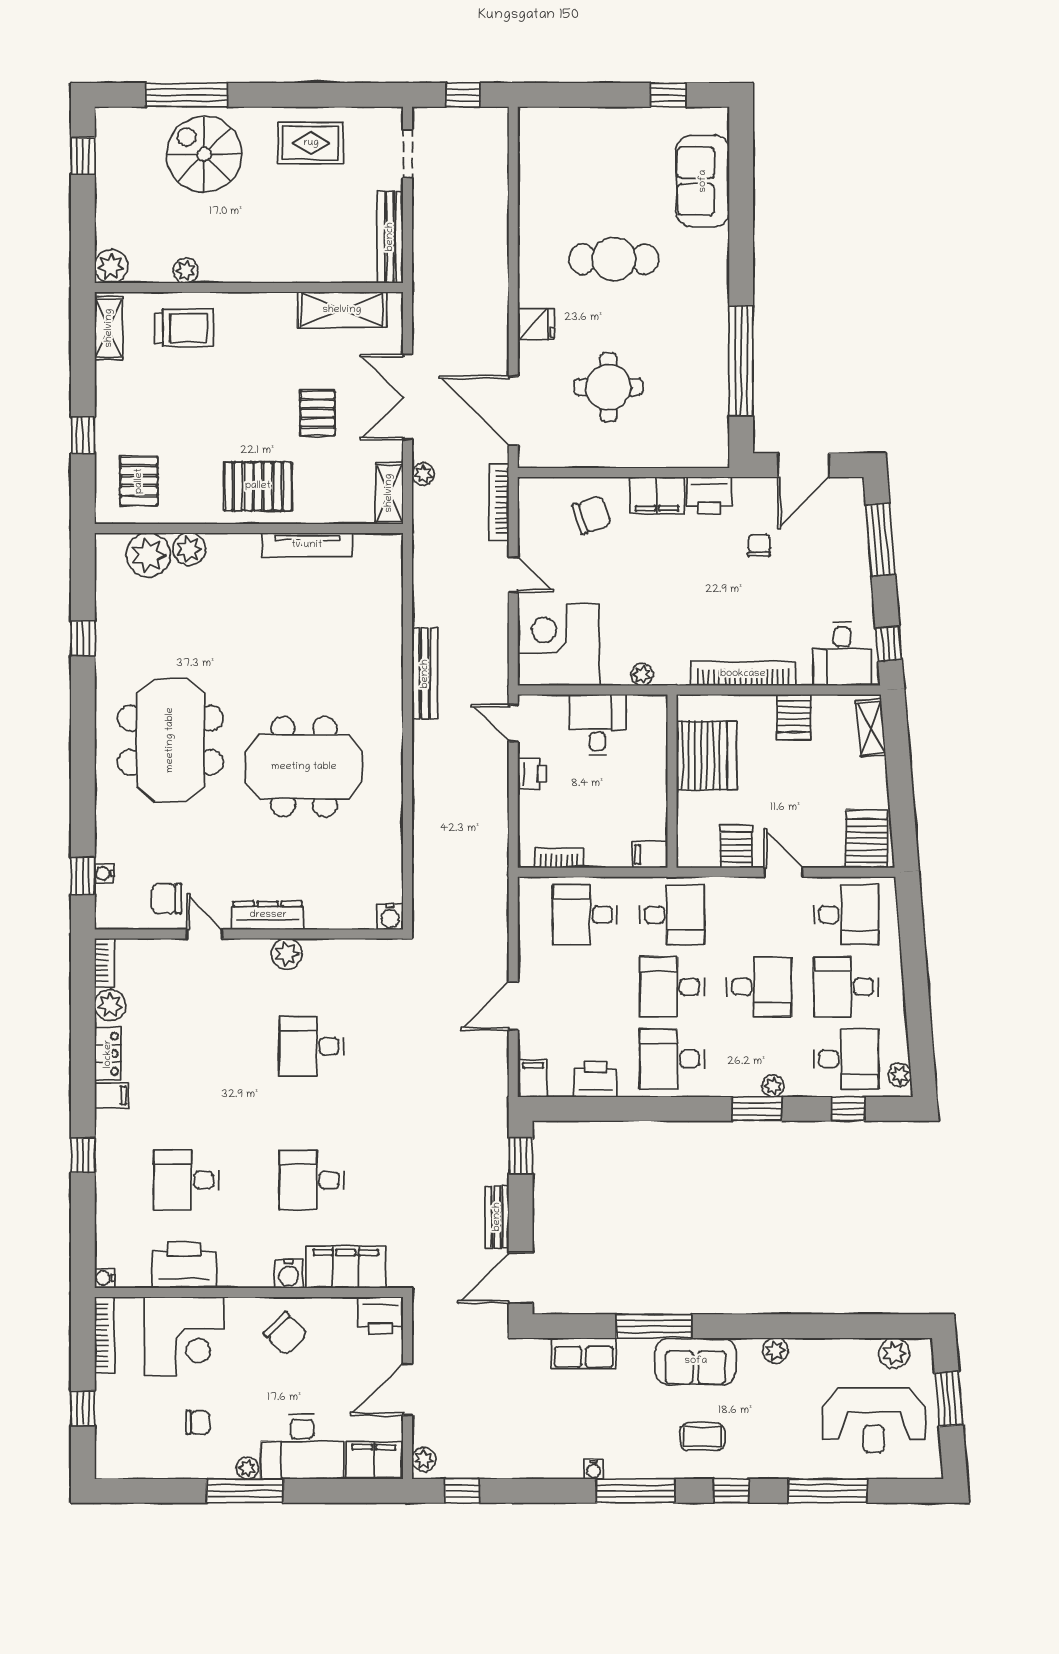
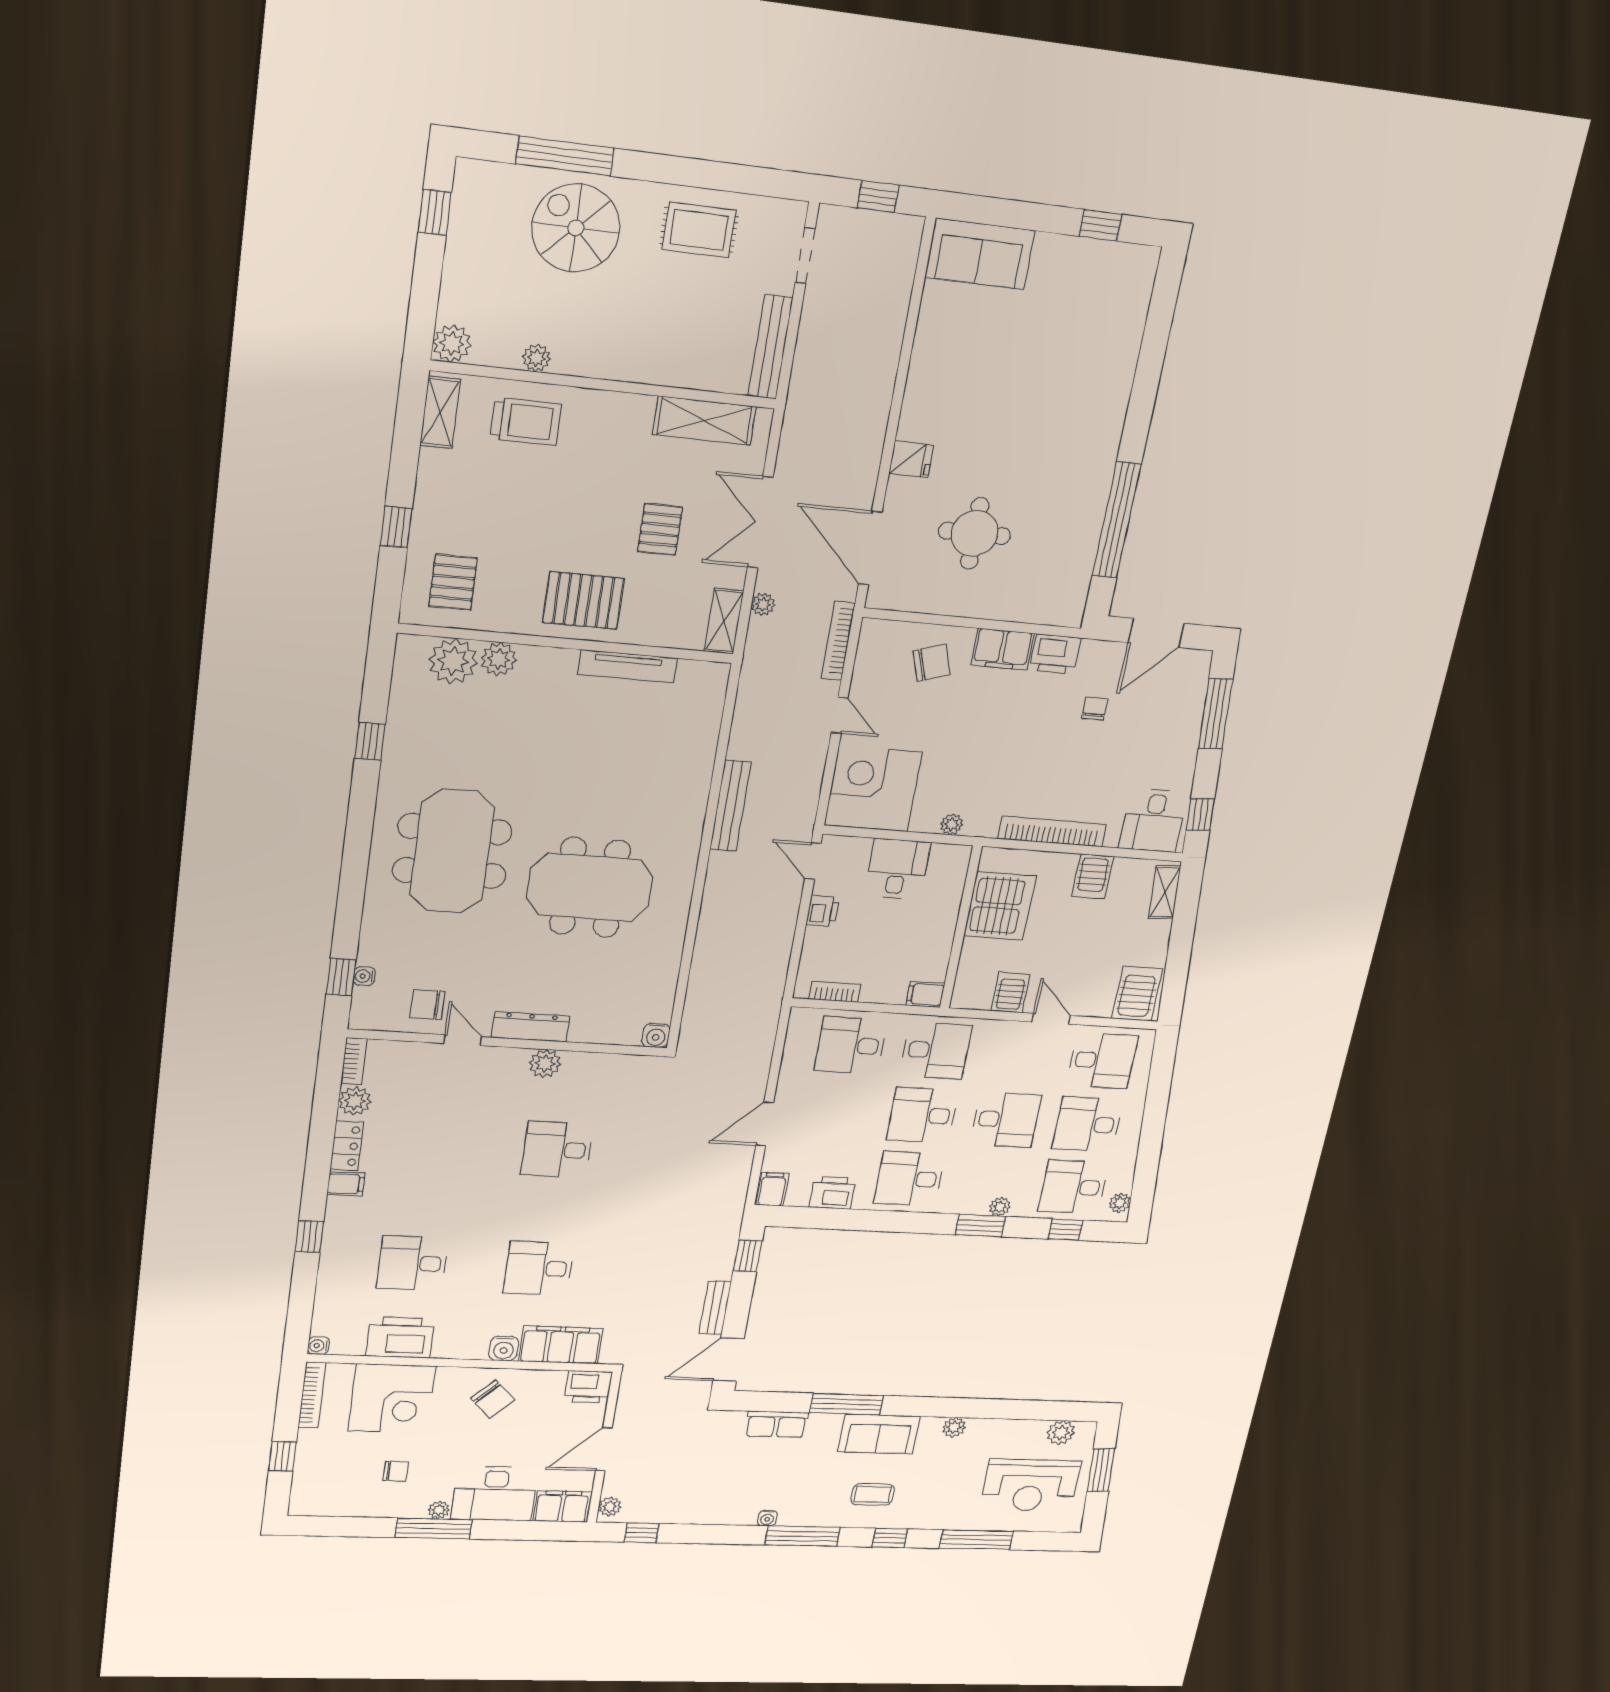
sofa: (703, 181) -> (980, 254), moved, turned -90
cafe table: (614, 259) -> (1007, 399), removed
desk: (846, 1059) -> (1073, 1187), turned 180

